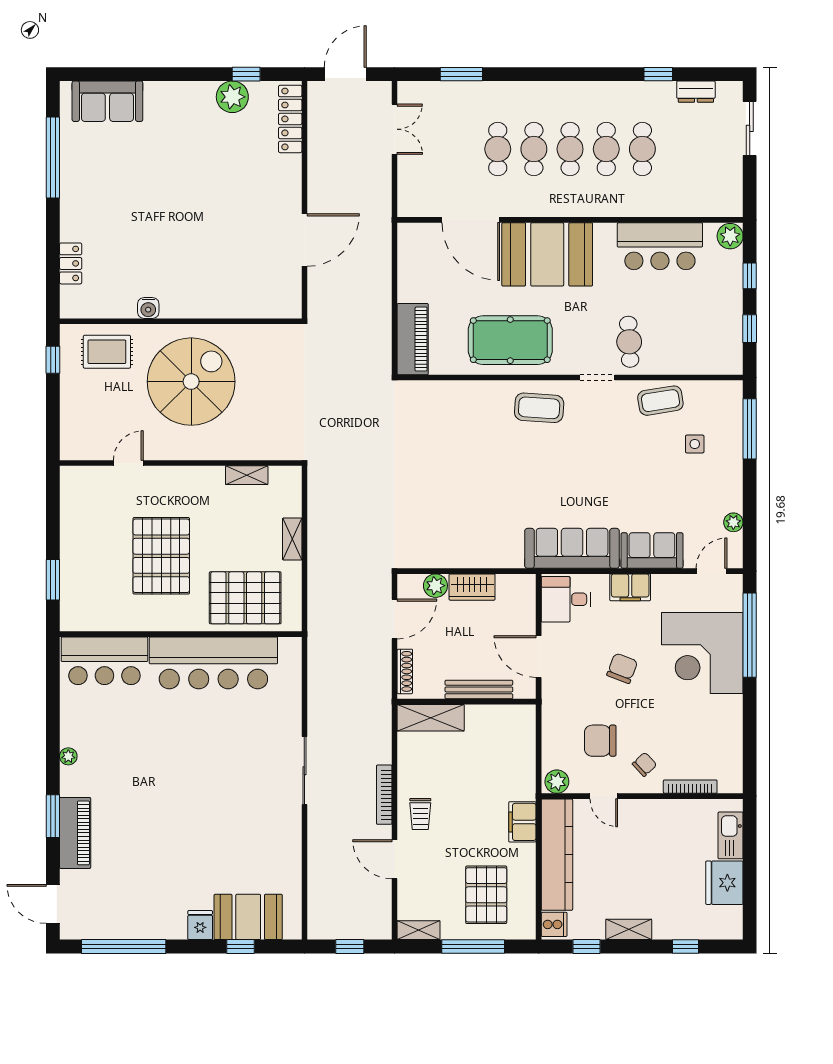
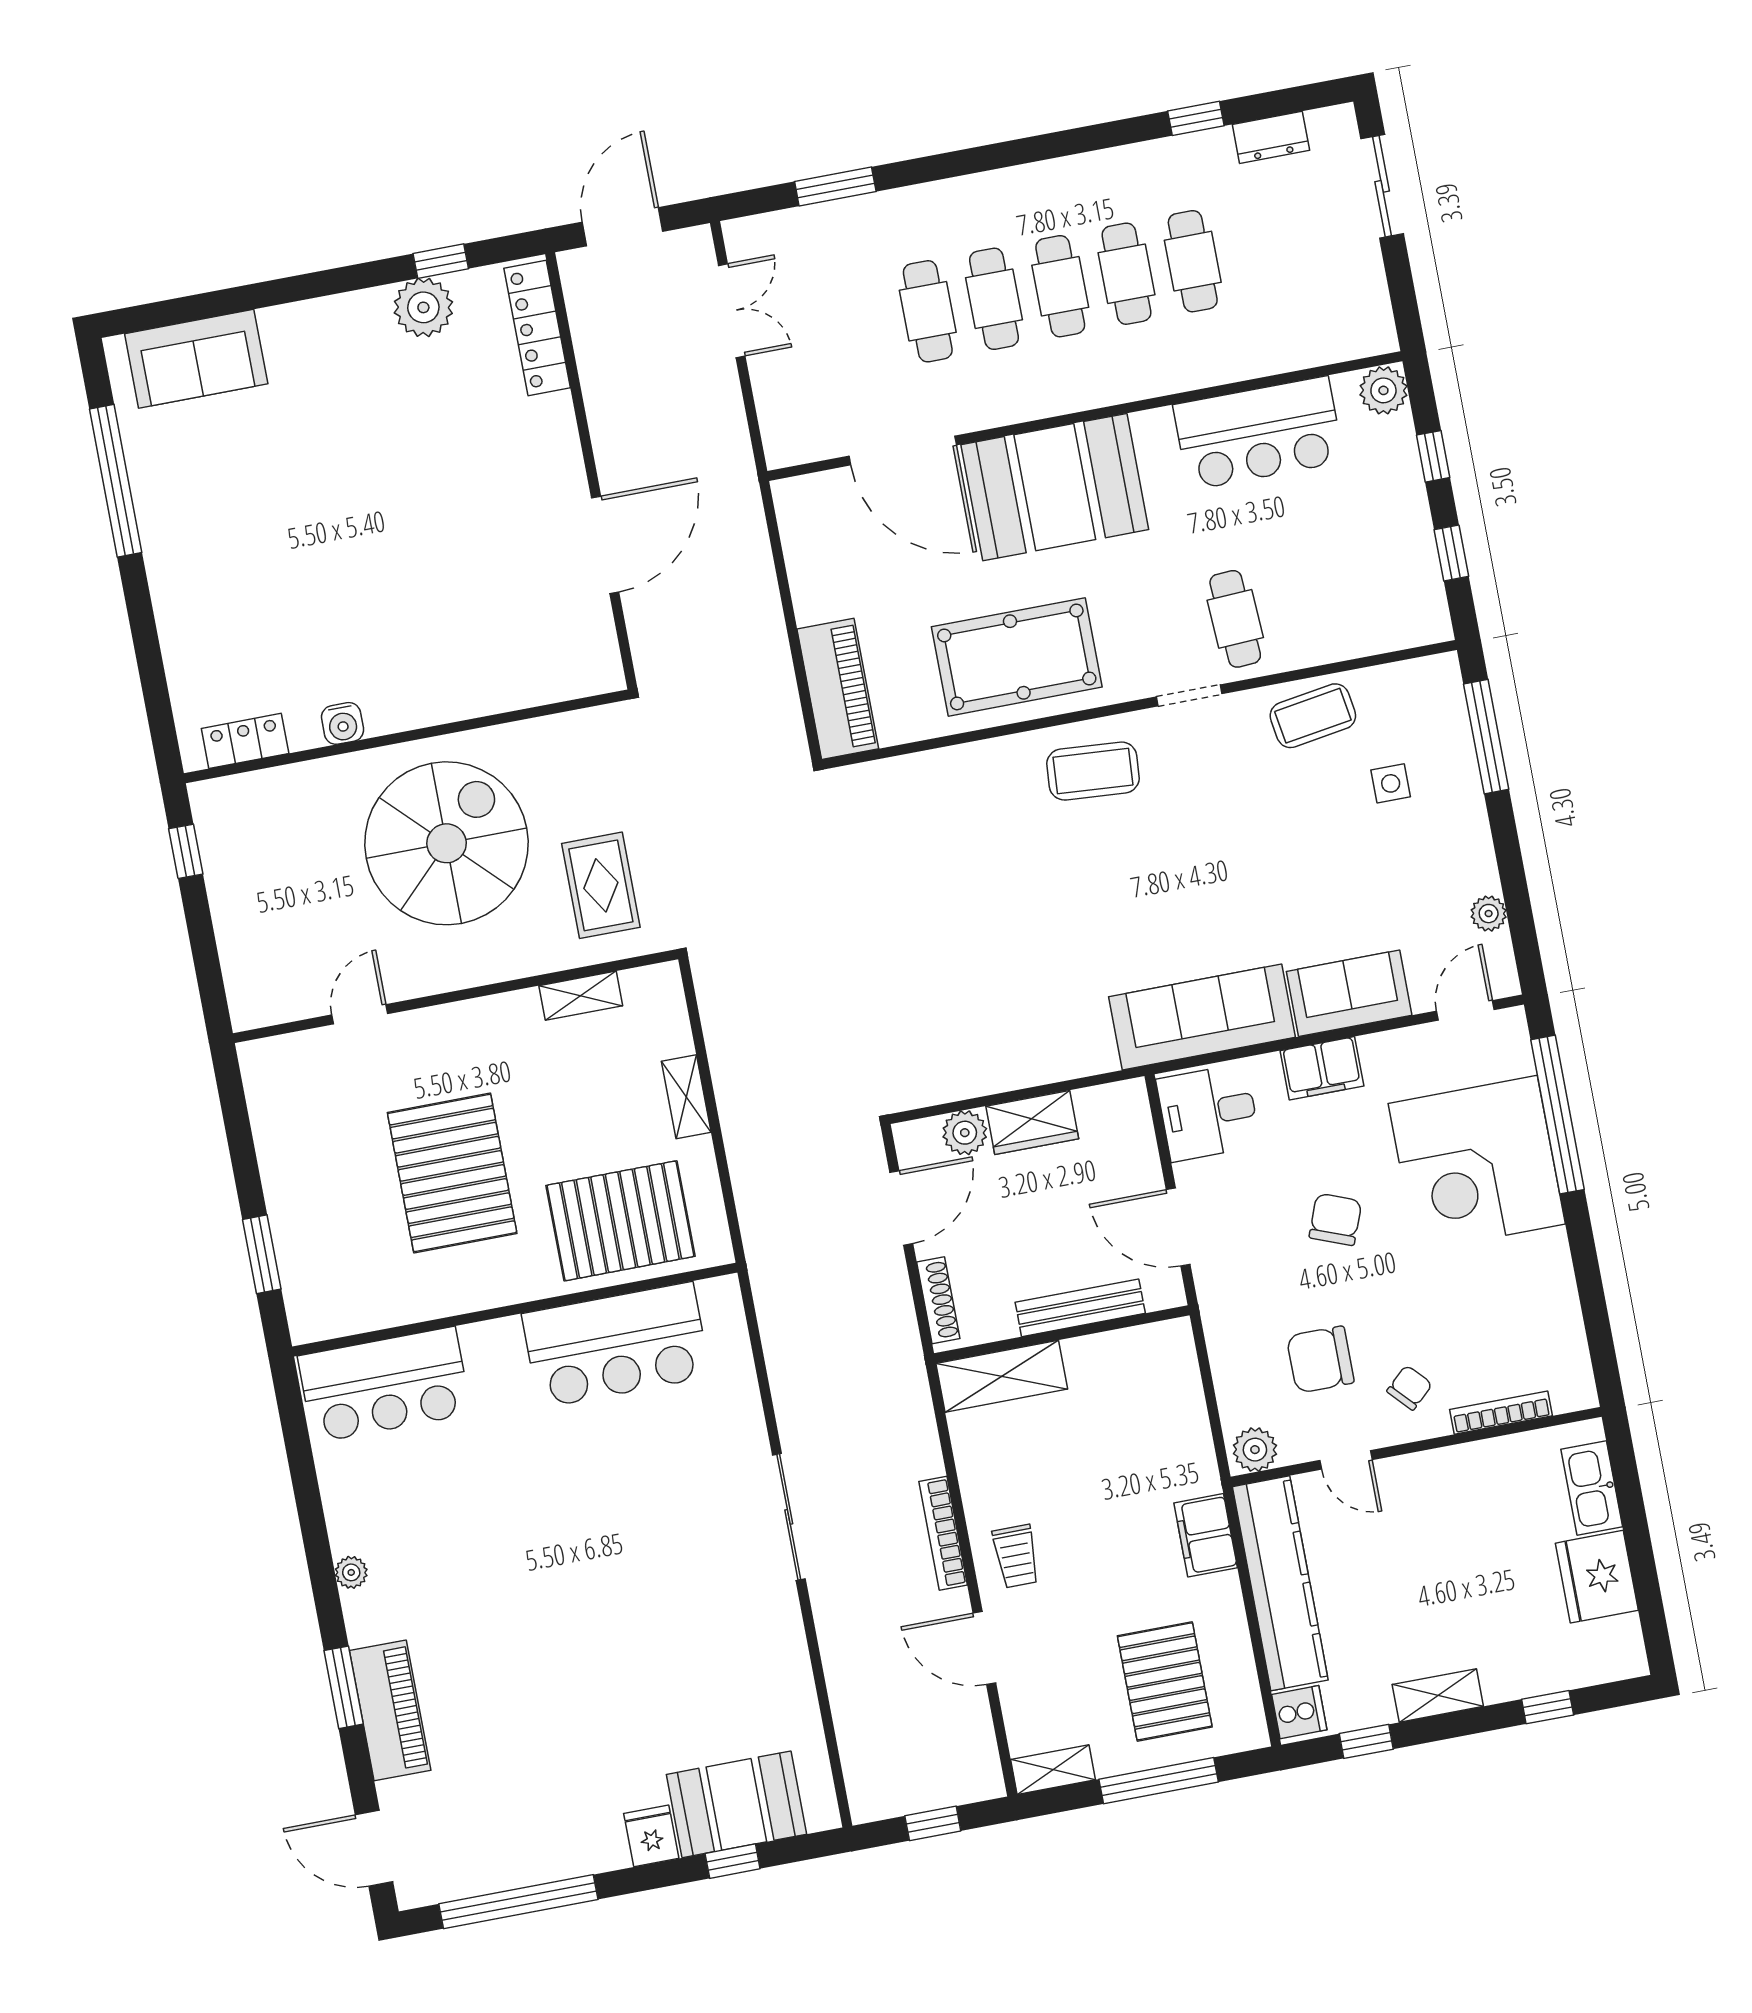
locker: (71, 263) -> (245, 741), moved, turned -90
rug: (107, 352) -> (601, 885), moved, turned 90
bar counter: (213, 663) -> (616, 1345), width x0.73

